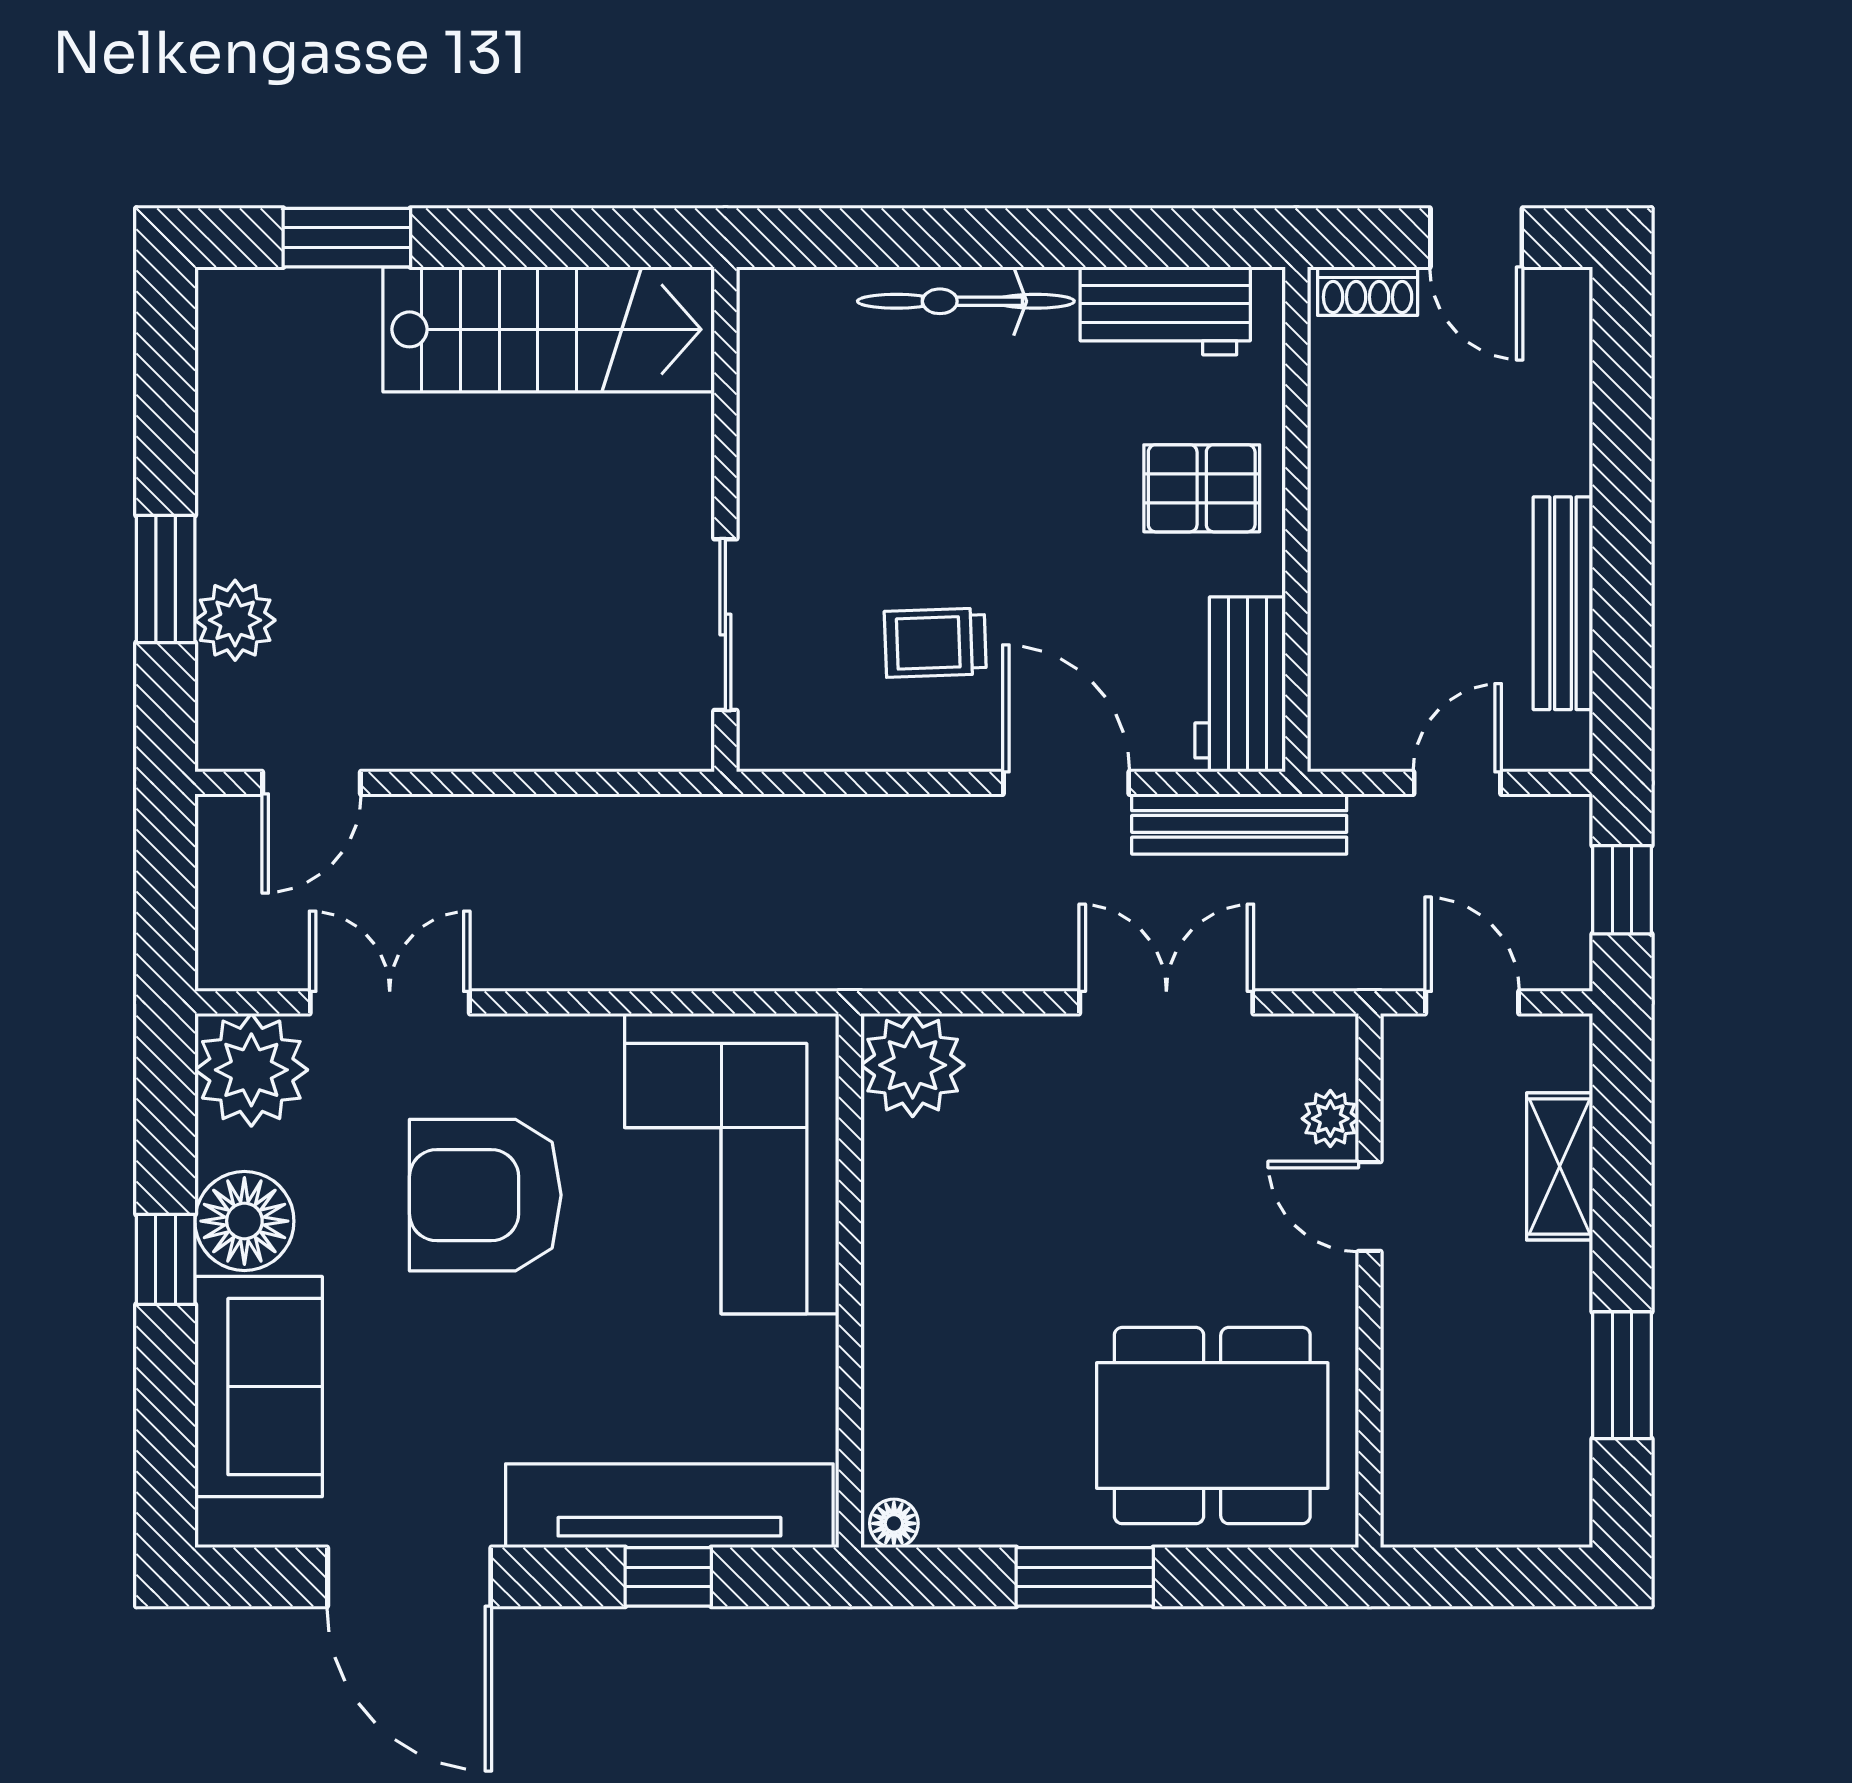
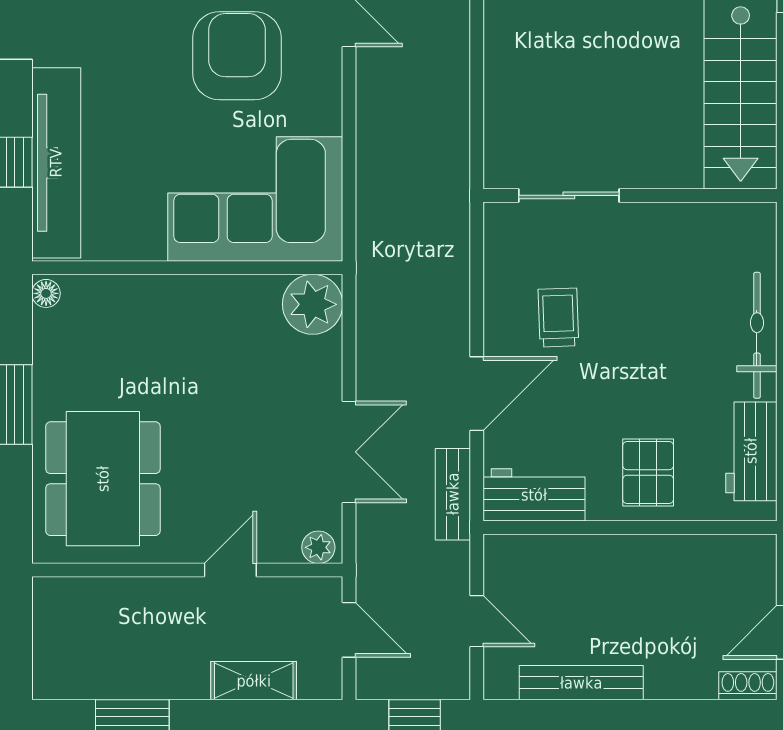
shoe rack: (1368, 291) -> (748, 686), moved, turned 90
bench: (1239, 824) -> (453, 494), width x0.73
door: (1472, 1002) -> (349, 630), hinge flipped
plant: (1330, 1119) -> (318, 547), moved

